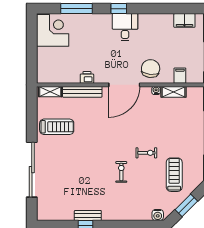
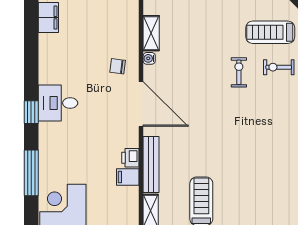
chair: (151, 69) -> (118, 66), width x0.54, depth x0.54
filing cabinet: (180, 76) -> (128, 177), moved
exercise bike: (121, 172) -> (279, 67), moved

